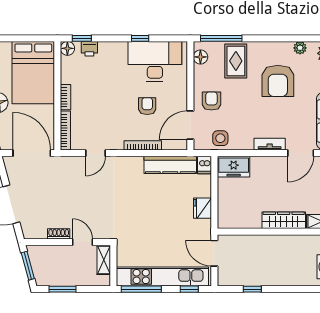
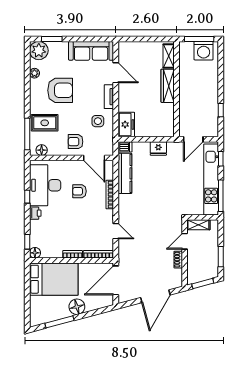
printer: (89, 49) -> (35, 213), moved
side table: (220, 138) -> (98, 121), moved

